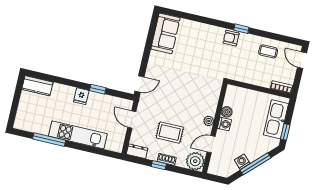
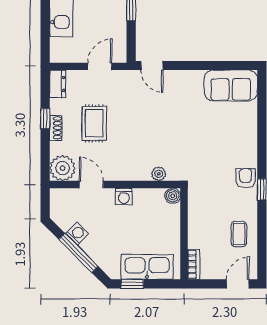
boiler: (227, 112) -> (173, 196), moved
plant: (209, 121) -> (159, 174), moved

